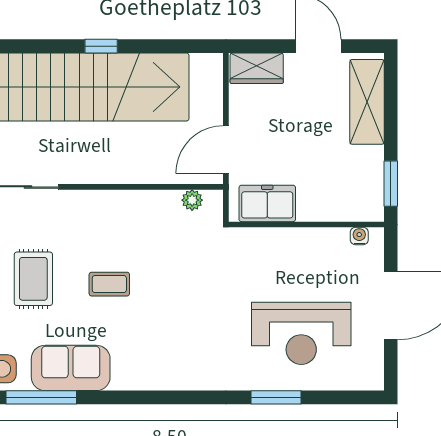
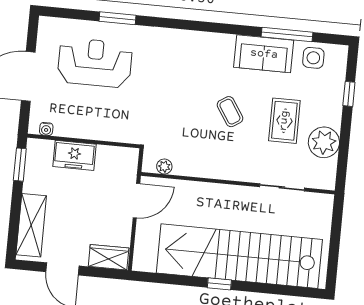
freezer: (267, 203) -> (74, 155), moved
coffee table: (109, 284) -> (230, 112), turned 57

